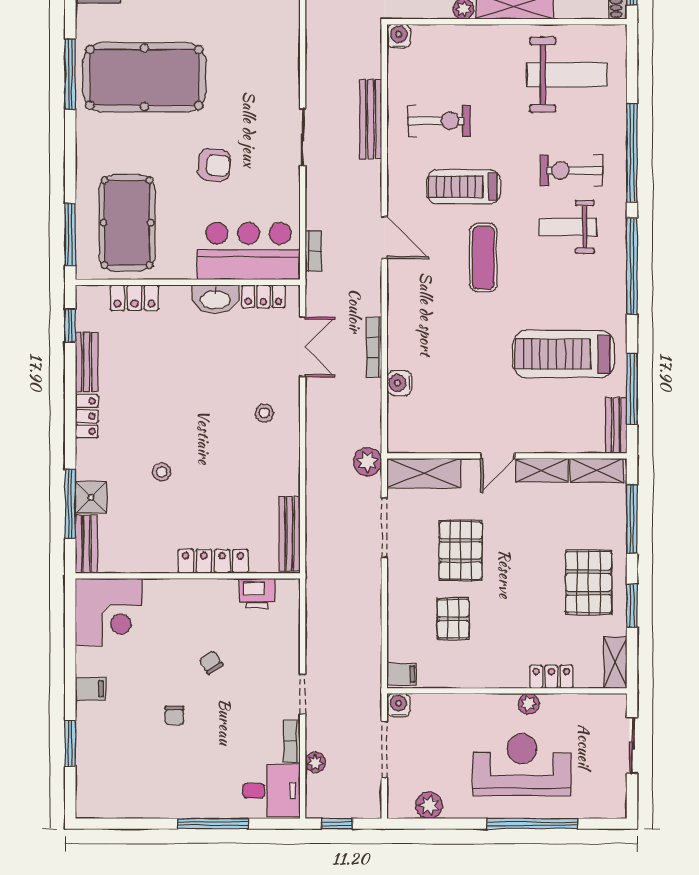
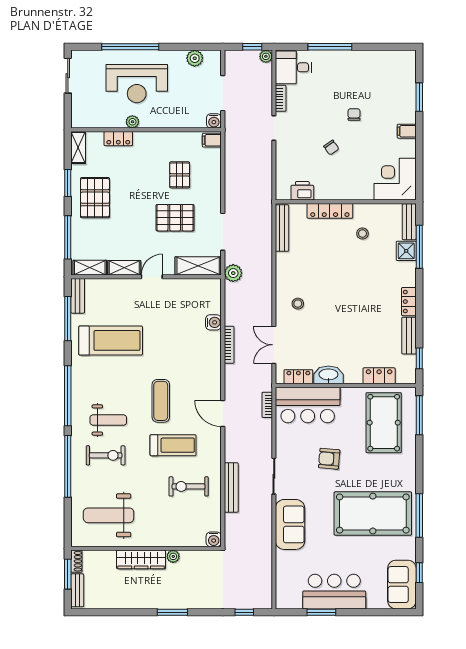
sofa: (277, 60) -> (290, 524), added
stool: (162, 472) -> (362, 234), moved
pallet: (461, 550) -> (175, 218), turned 90
sliding door: (632, 746) -> (68, 76), moved
plant: (315, 762) -> (266, 56), moved

